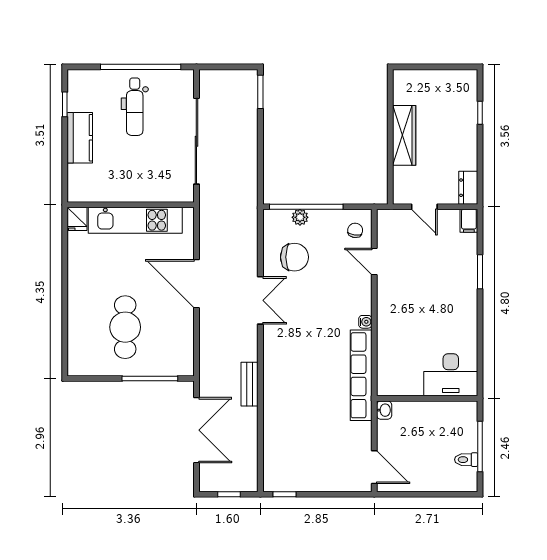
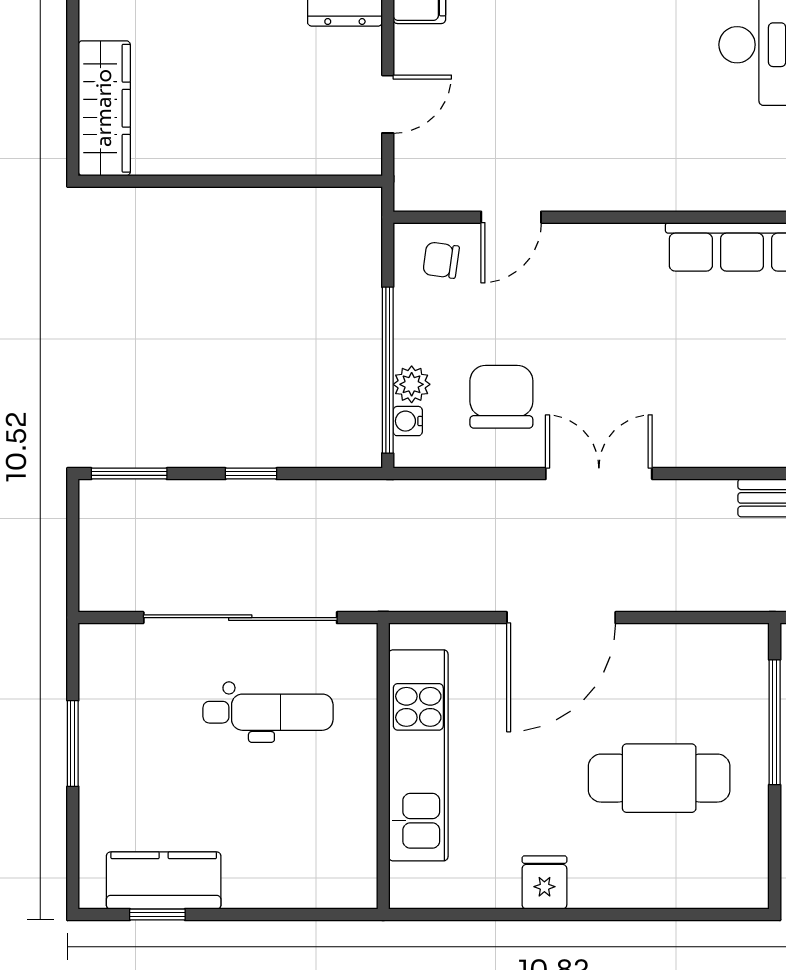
window: (141, 67) -> (73, 743), width x0.47
dental chair: (135, 107) -> (268, 712), moved
wardrobe: (404, 135) -> (104, 108), moved, turned 90
kitchen counter: (80, 138) -> (164, 880), moved
window: (260, 146) -> (251, 474), added
fridge: (77, 219) -> (544, 882), moved, turned -90
water cooler: (365, 322) -> (408, 421), moved, turned -90

